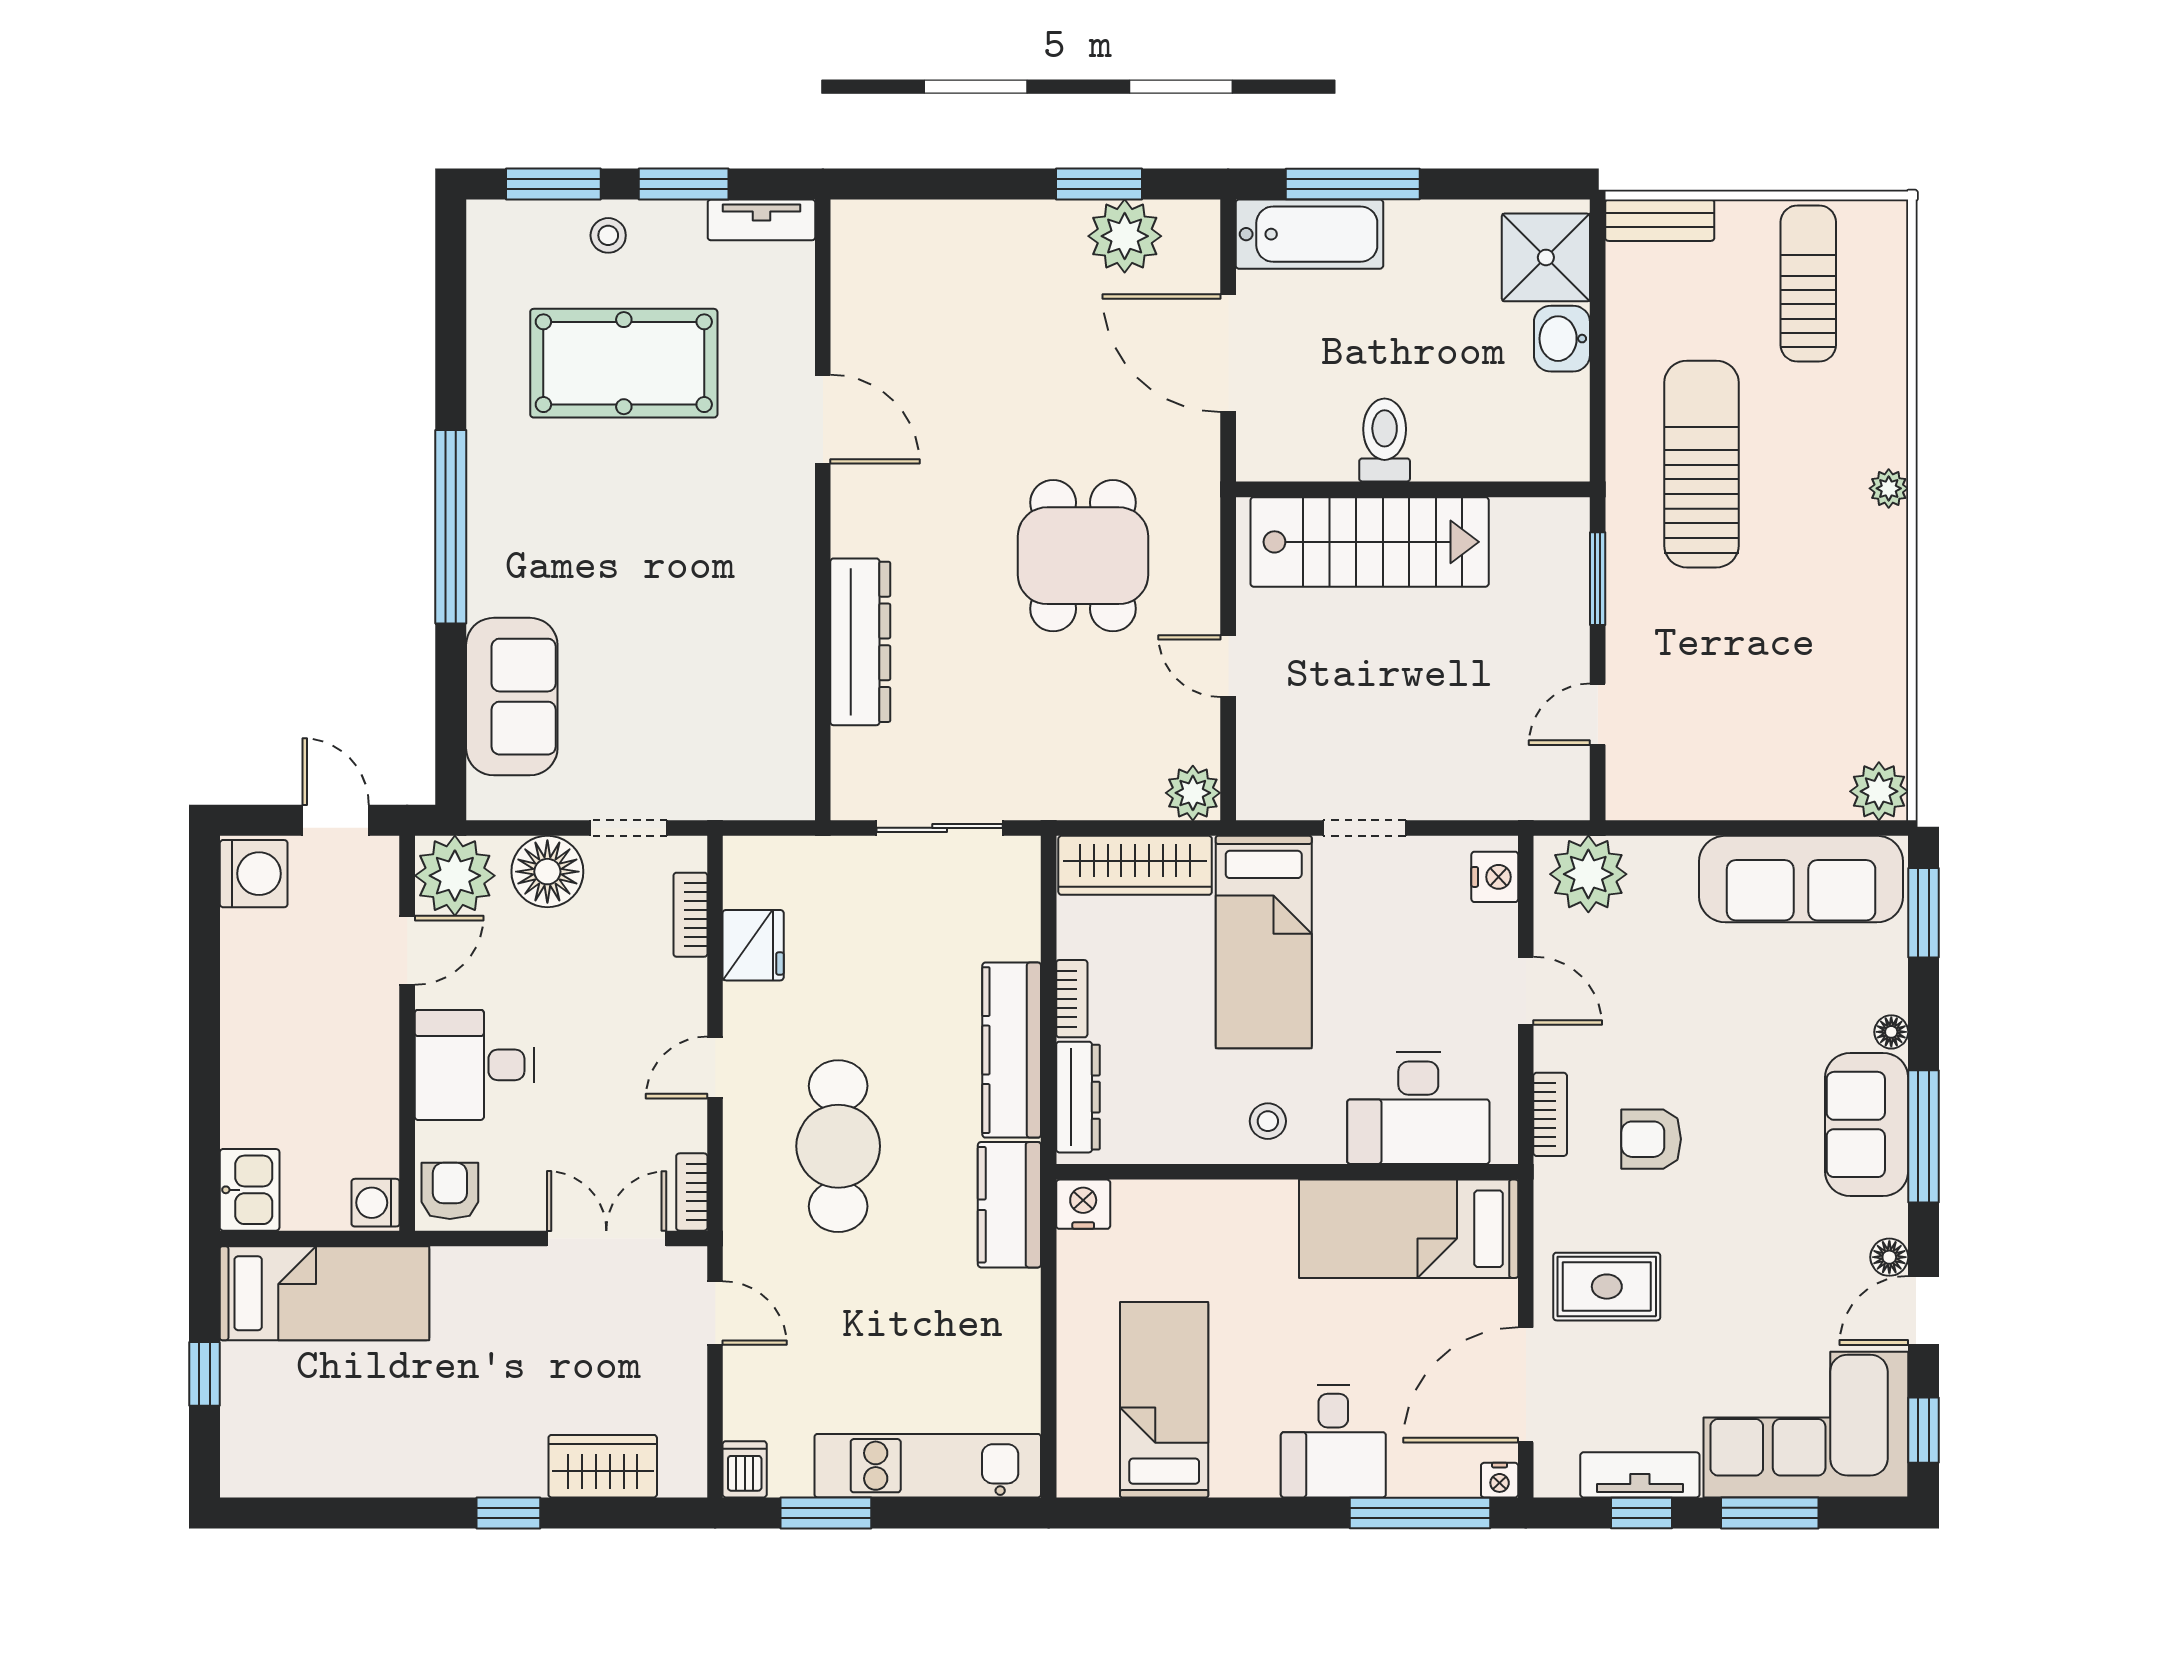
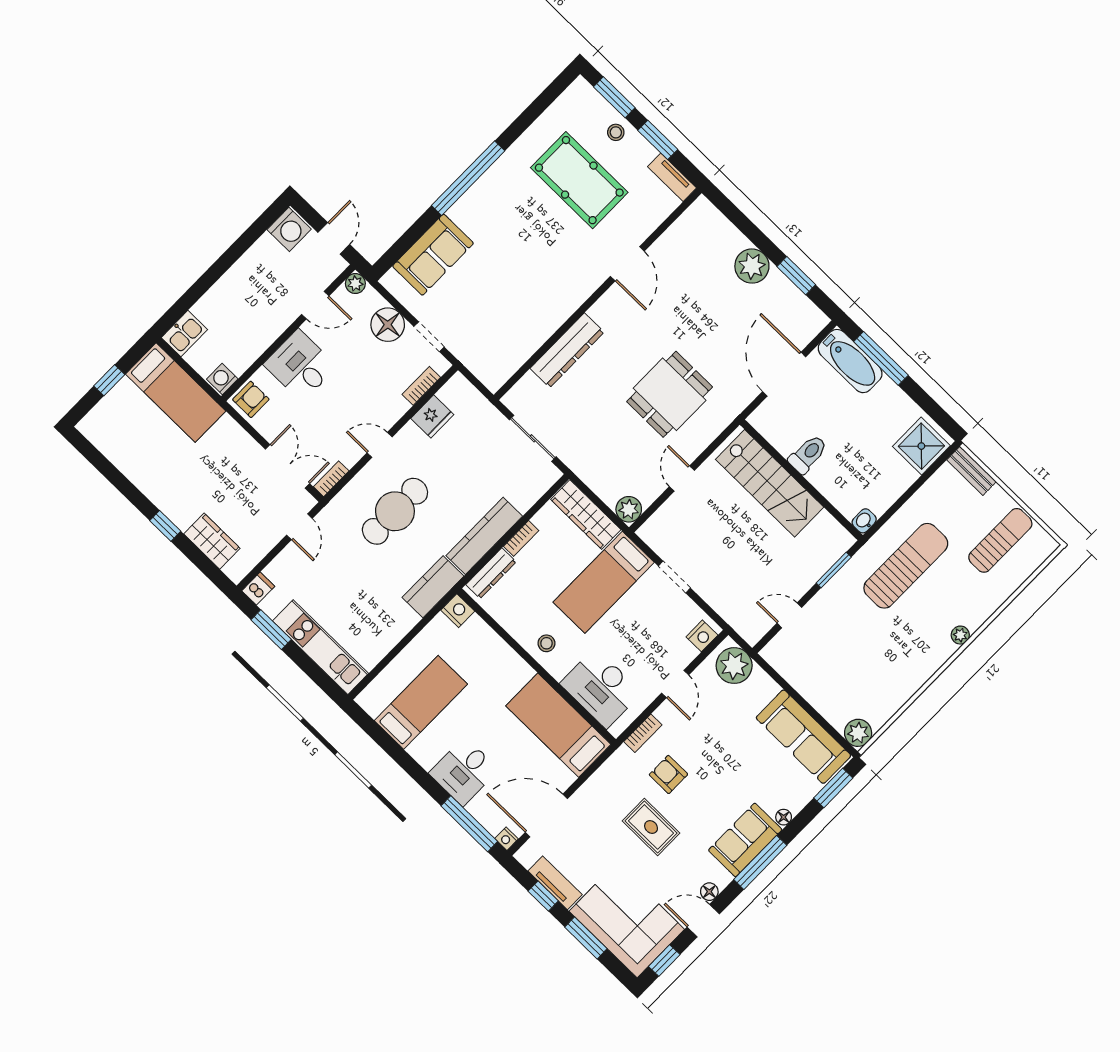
plant: (1125, 236) -> (752, 266), moved
washbasin: (1562, 339) -> (864, 521), moved, width x0.72, depth x0.69
plant: (455, 876) -> (355, 284), width x0.53, depth x0.53
rug: (1607, 1287) -> (651, 827), moved

